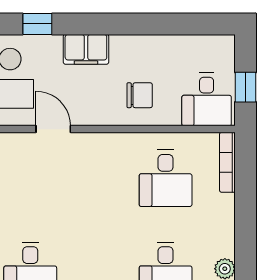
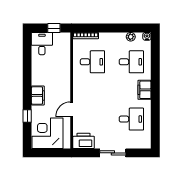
chair: (140, 95) -> (57, 73), removed
desk: (207, 99) -> (42, 44), moved, turned -90

